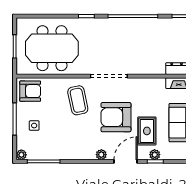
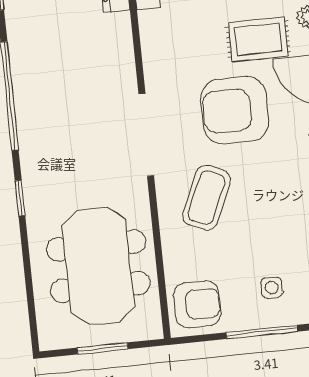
armchair: (30, 91) -> (197, 304), turned 90
coffee table: (78, 100) -> (207, 198), turned -54
armchair: (116, 117) -> (235, 110), turned 90

